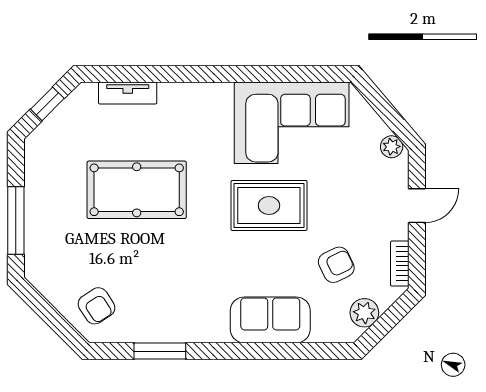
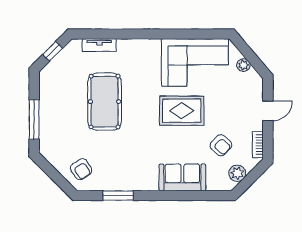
plant: (392, 147) -> (243, 65), moved
pool table: (137, 190) -> (105, 102), turned 90
armchair: (336, 265) -> (221, 145), turned 69

